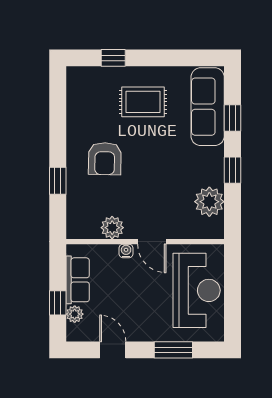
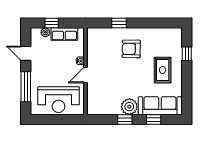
plant: (209, 202) -> (129, 107), moved
plant: (112, 228) -> (93, 53), removed
door: (113, 350) -> (26, 53), swing flipped
window: (173, 350) -> (26, 87), width x1.44

